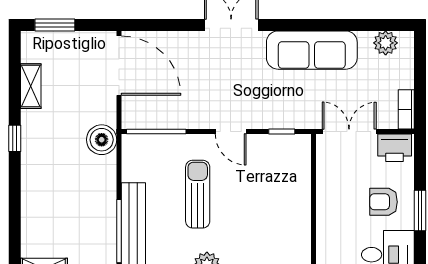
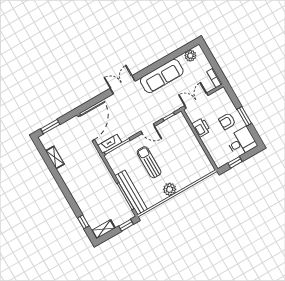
door: (119, 66) -> (86, 128), hinge flipped
fireplace: (145, 119) -> (110, 144), added
window: (15, 138) -> (83, 222), moved
boiler: (102, 140) -> (97, 163), removed
printer: (395, 148) -> (201, 127), moved, turned -90

